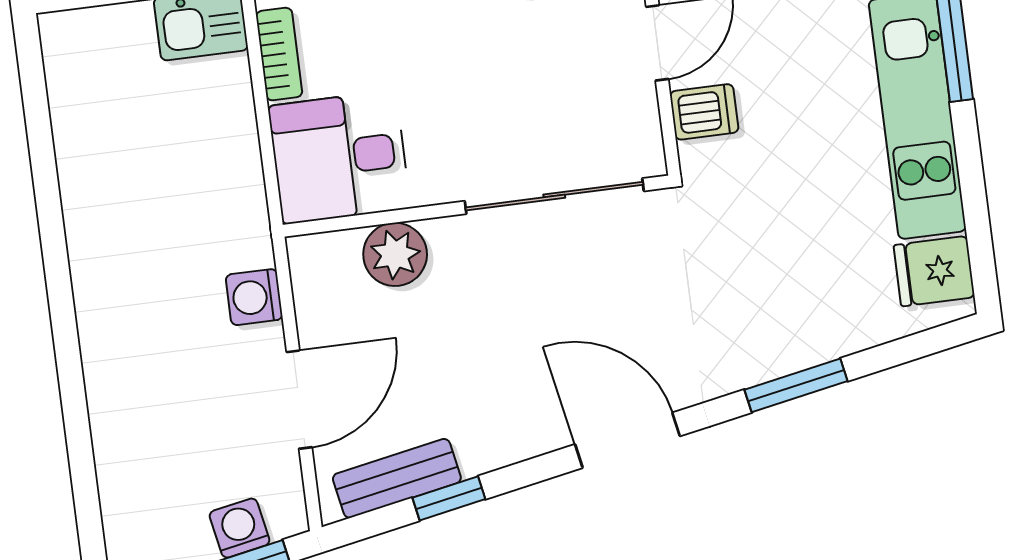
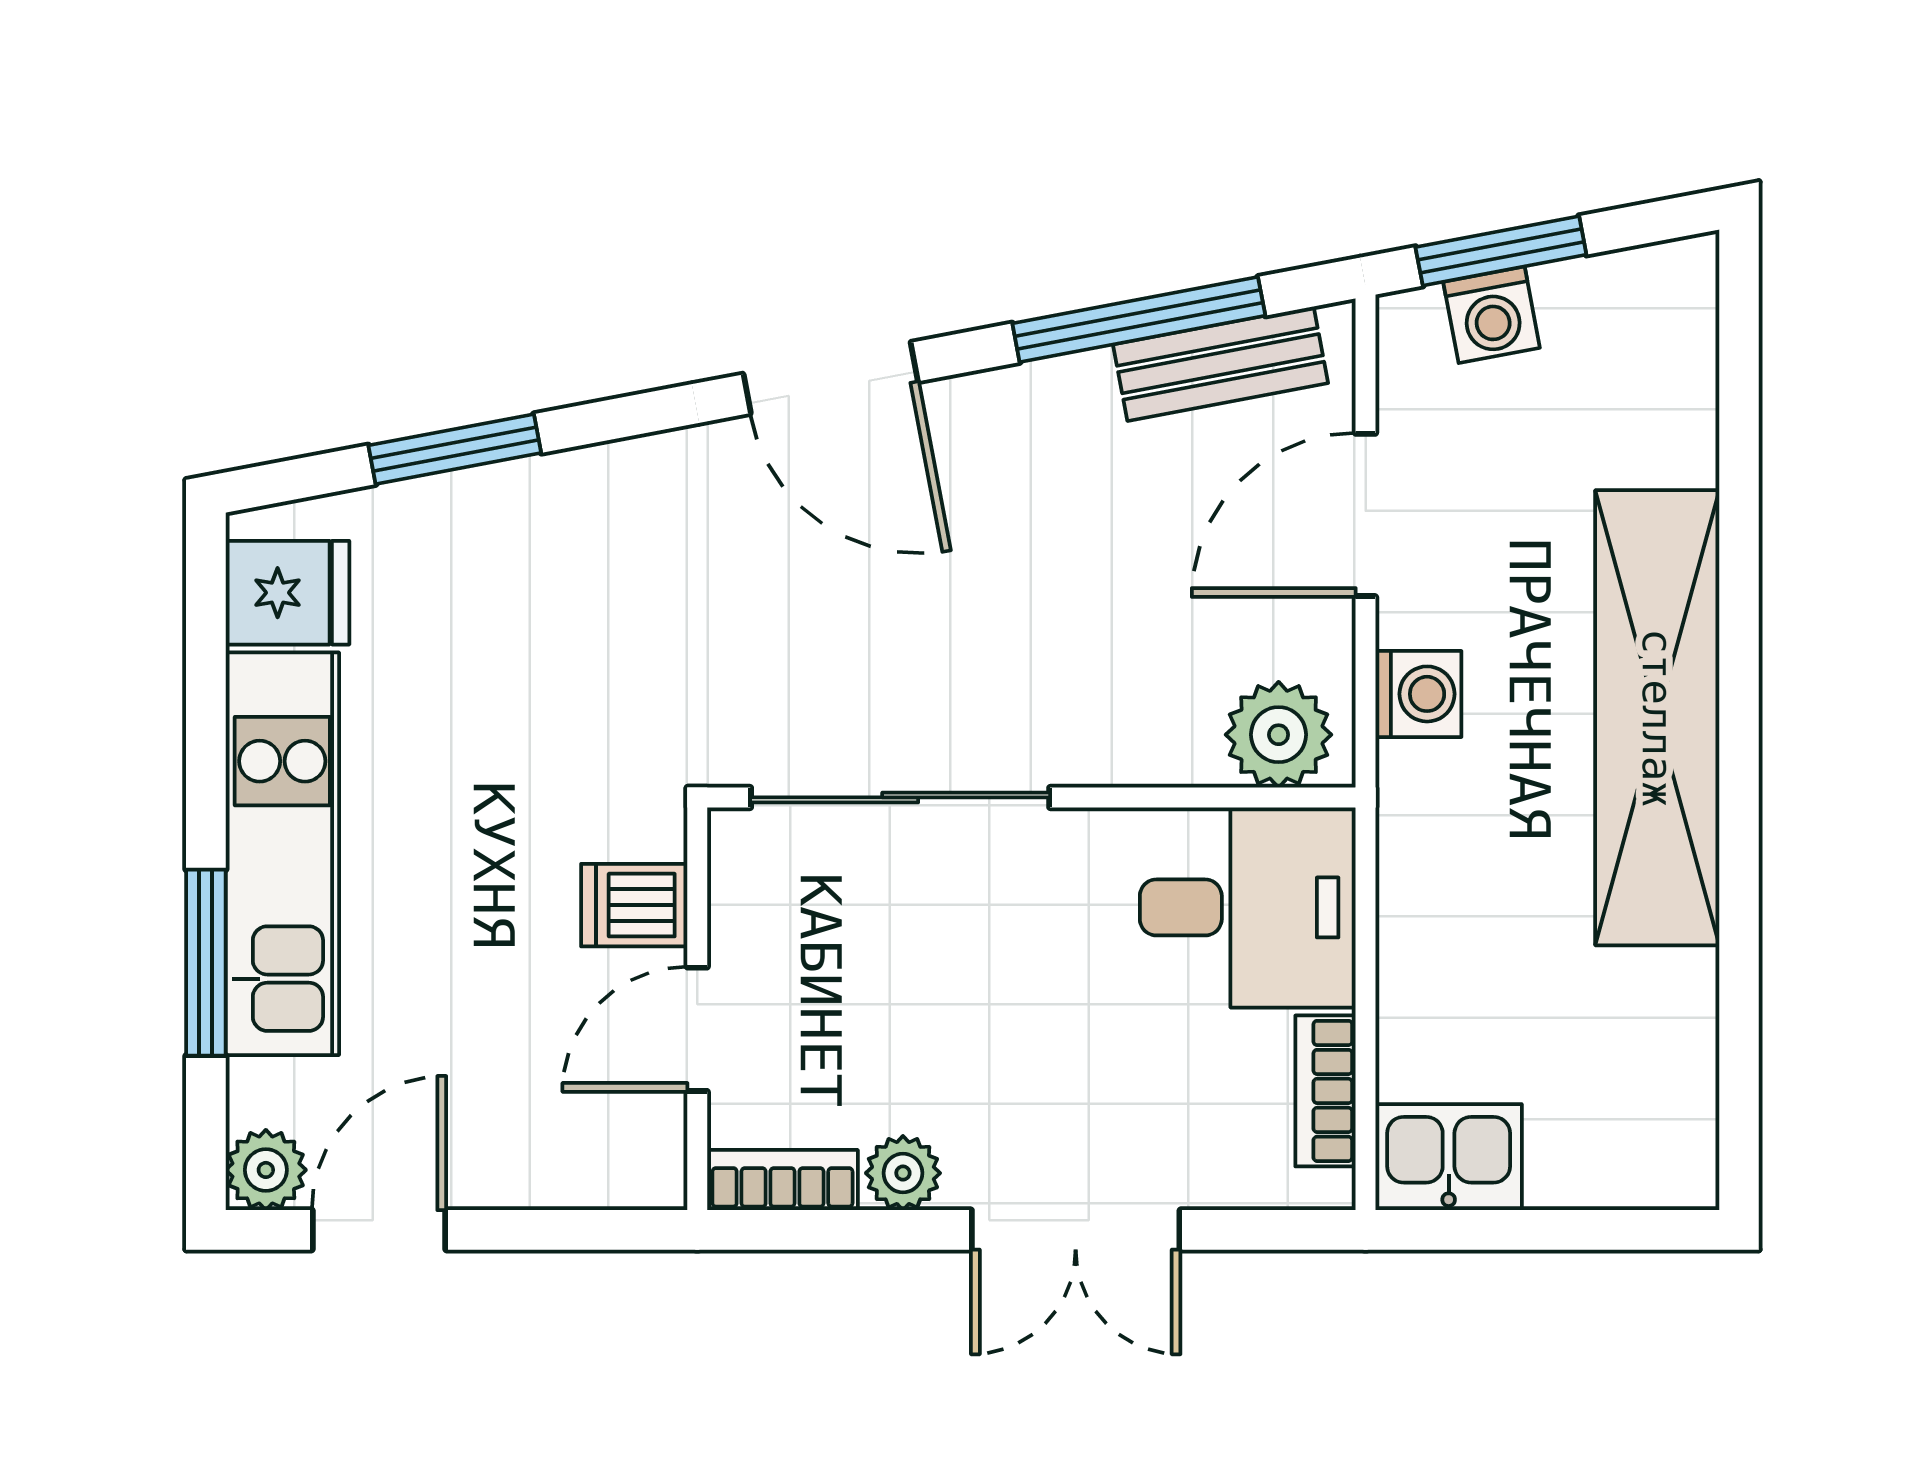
plant: (395, 254) -> (1279, 735), moved
shelving: (110, 301) -> (1657, 718), added
window: (796, 385) -> (455, 449), moved
window: (449, 498) -> (1139, 320), width x2.17

